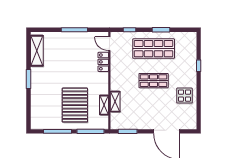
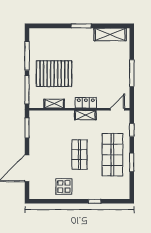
locker: (103, 62) -> (86, 103), moved
shelving: (115, 102) -> (85, 115), moved

